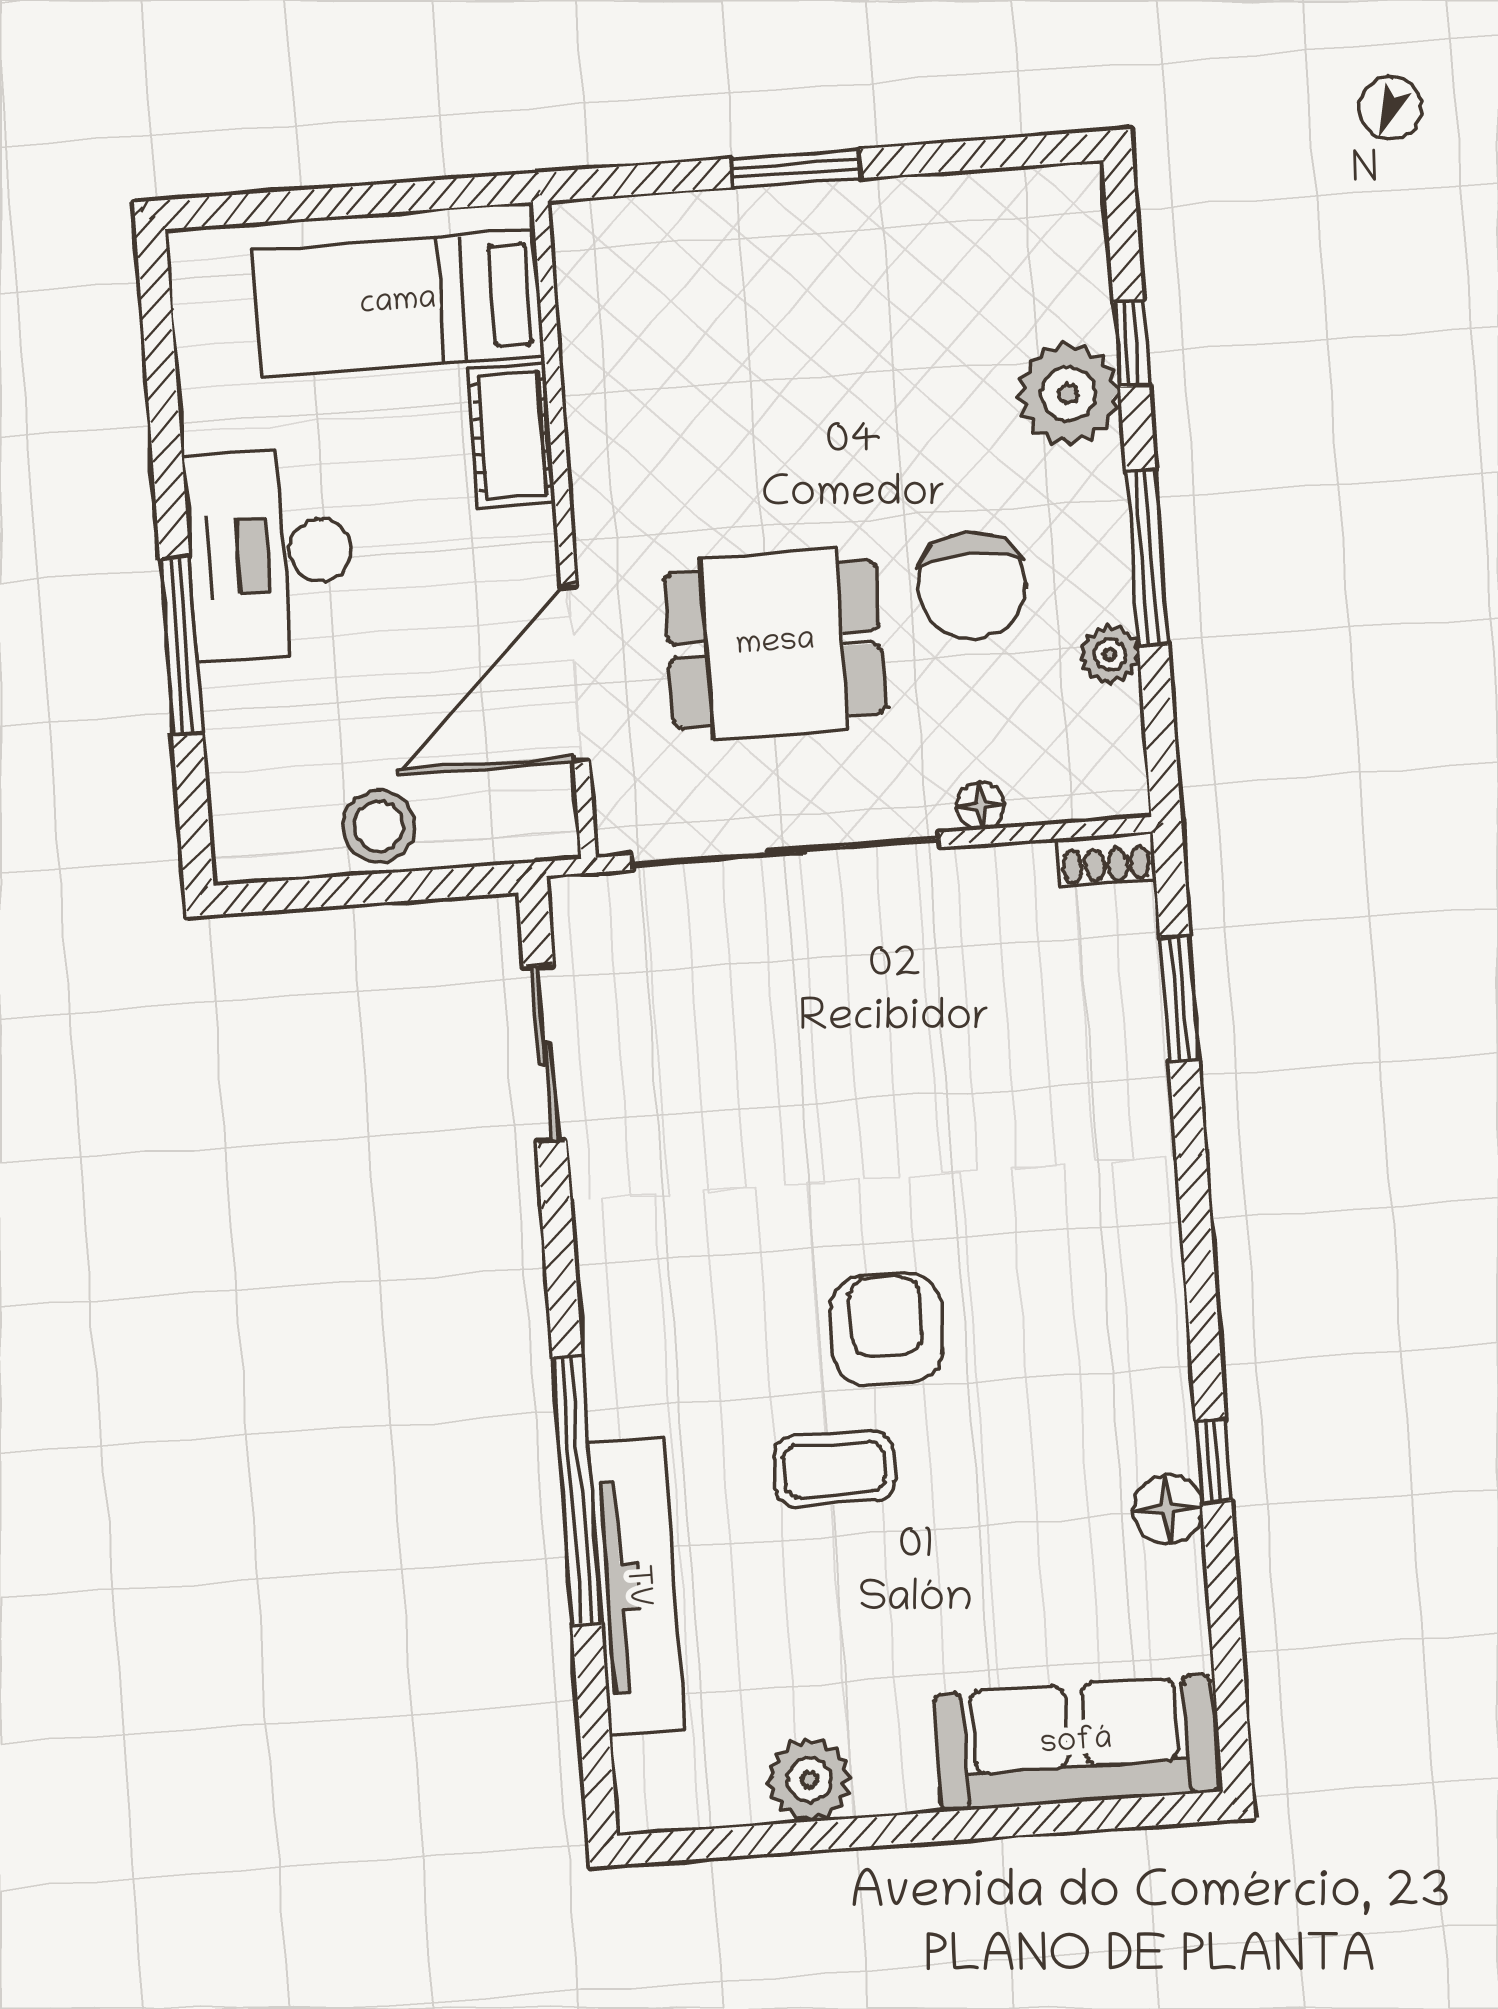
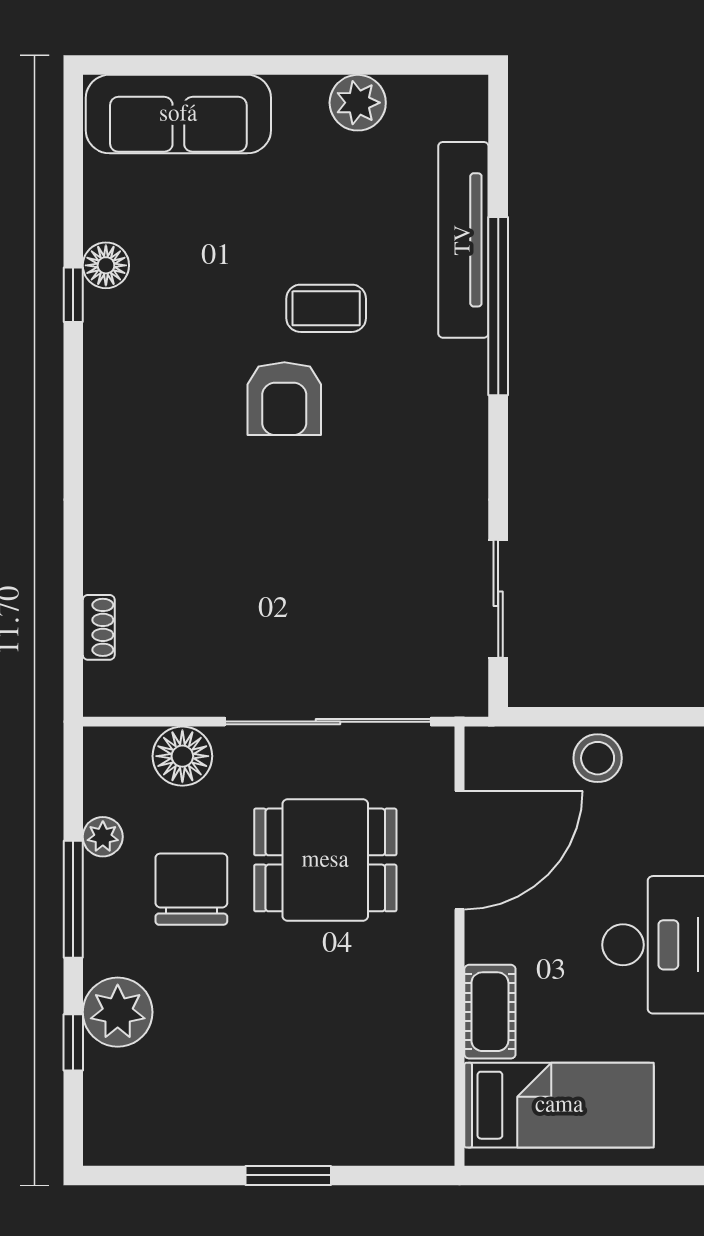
floor lamp: (980, 806) -> (182, 756), width x1.89, depth x1.89
shoe rack: (1106, 859) -> (99, 627), moved, turned 90
window: (1179, 998) -> (73, 604), removed

